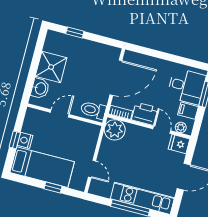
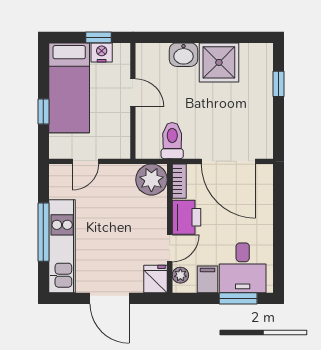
door: (60, 113) -> (133, 93), moved
wall: (65, 115) -> (133, 101), moved

